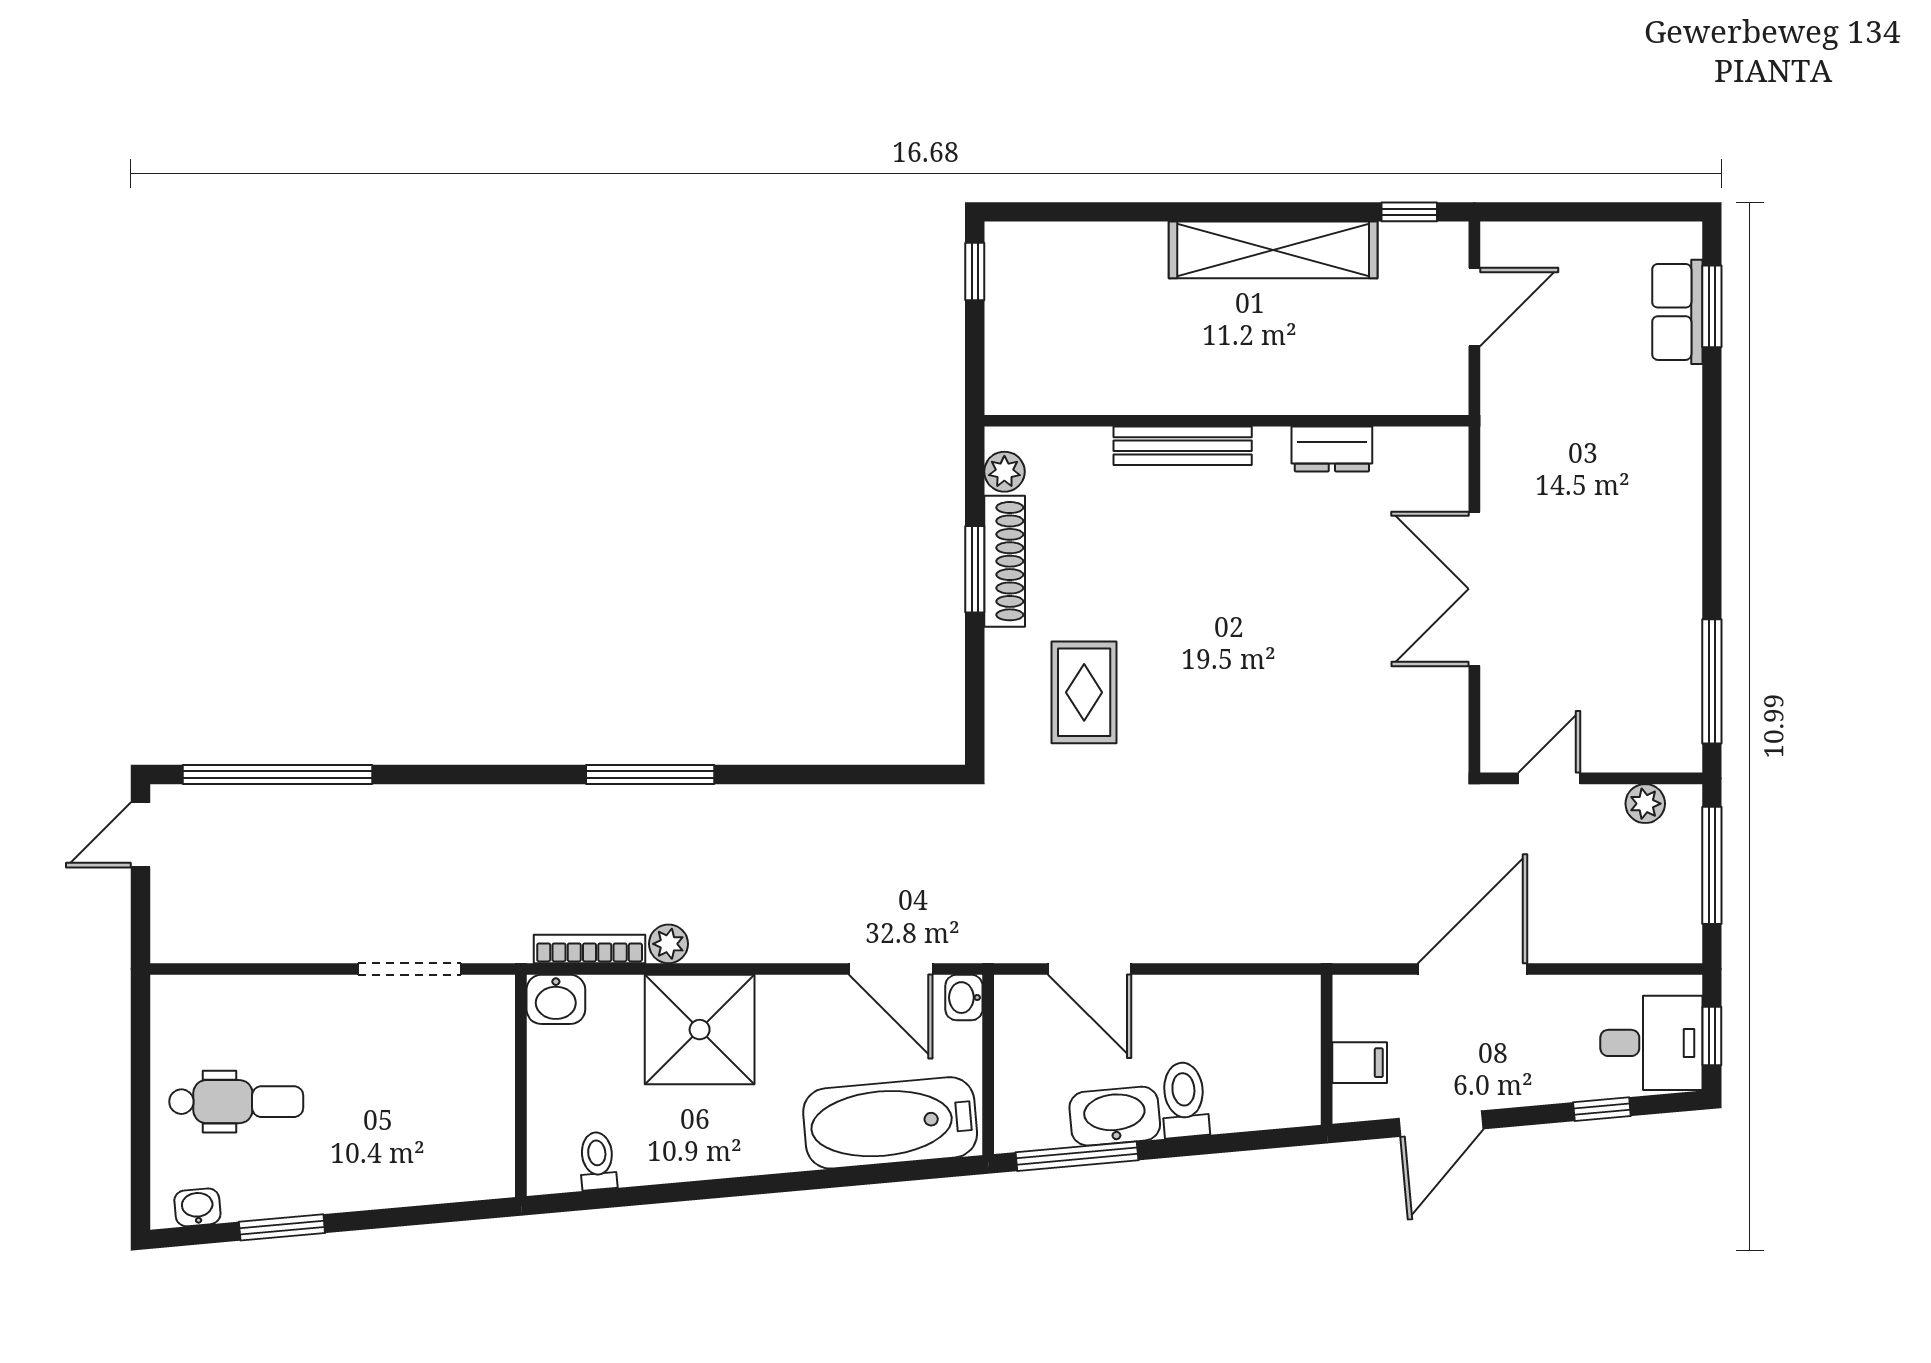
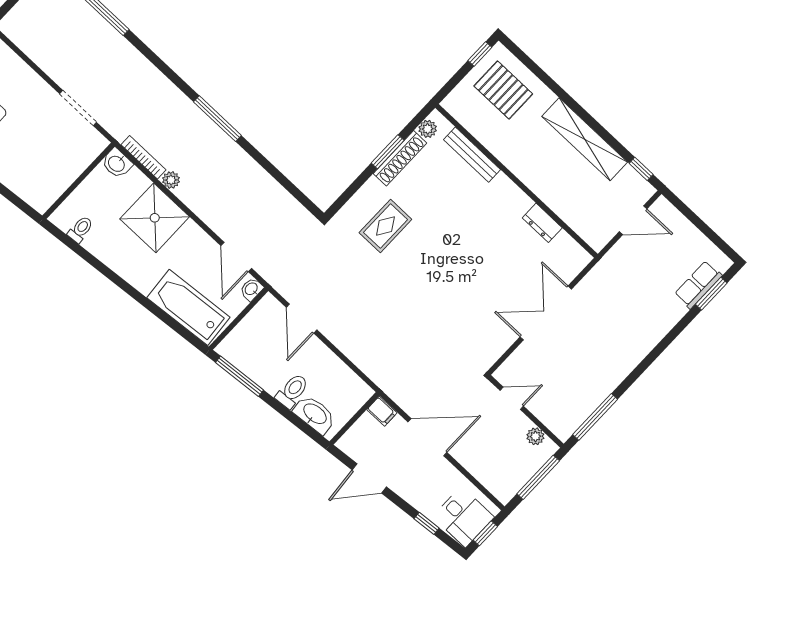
pallet: (1067, 294) -> (503, 90), added
bench: (1183, 446) -> (472, 155), moved
filing cabinet: (1360, 1063) -> (382, 411), moved
washbasin: (1115, 1116) -> (315, 414), moved

